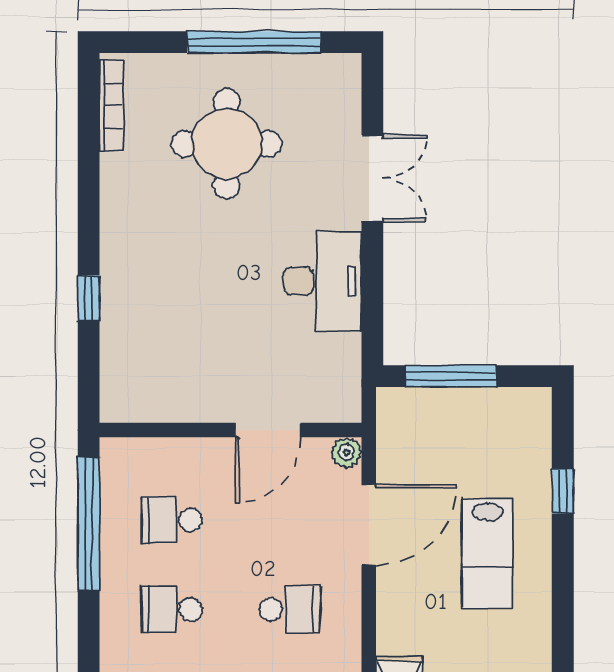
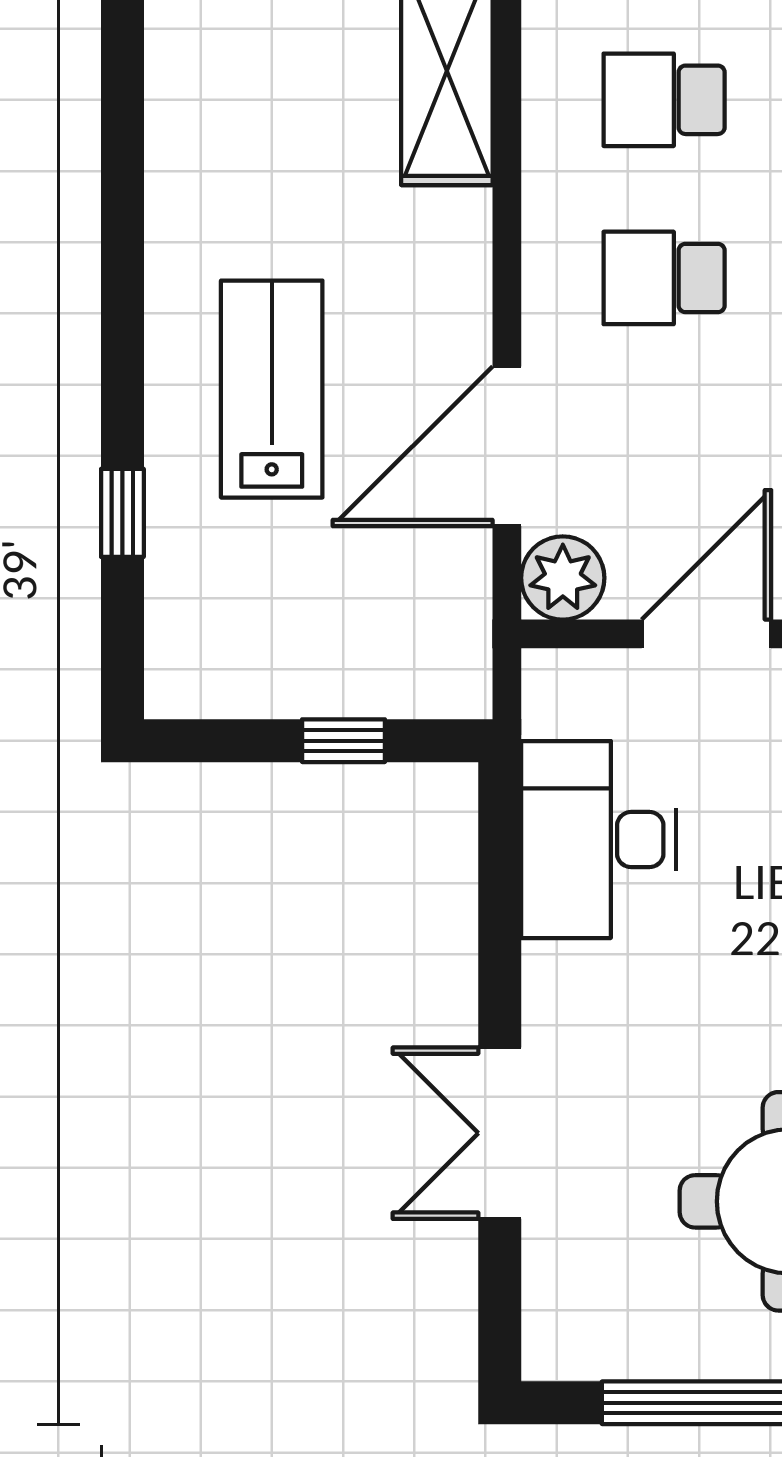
desk: (323, 281) -> (598, 840), moved
window: (451, 376) -> (344, 741), width x0.46
plant: (346, 453) -> (563, 578), width x1.38, depth x1.38

